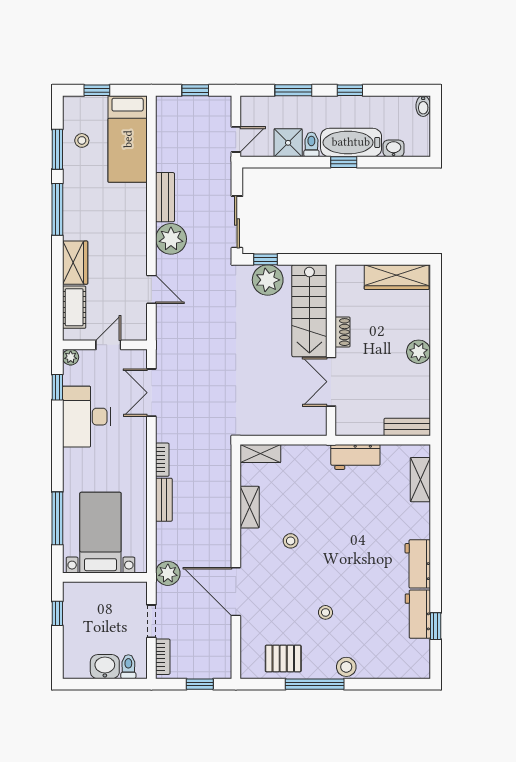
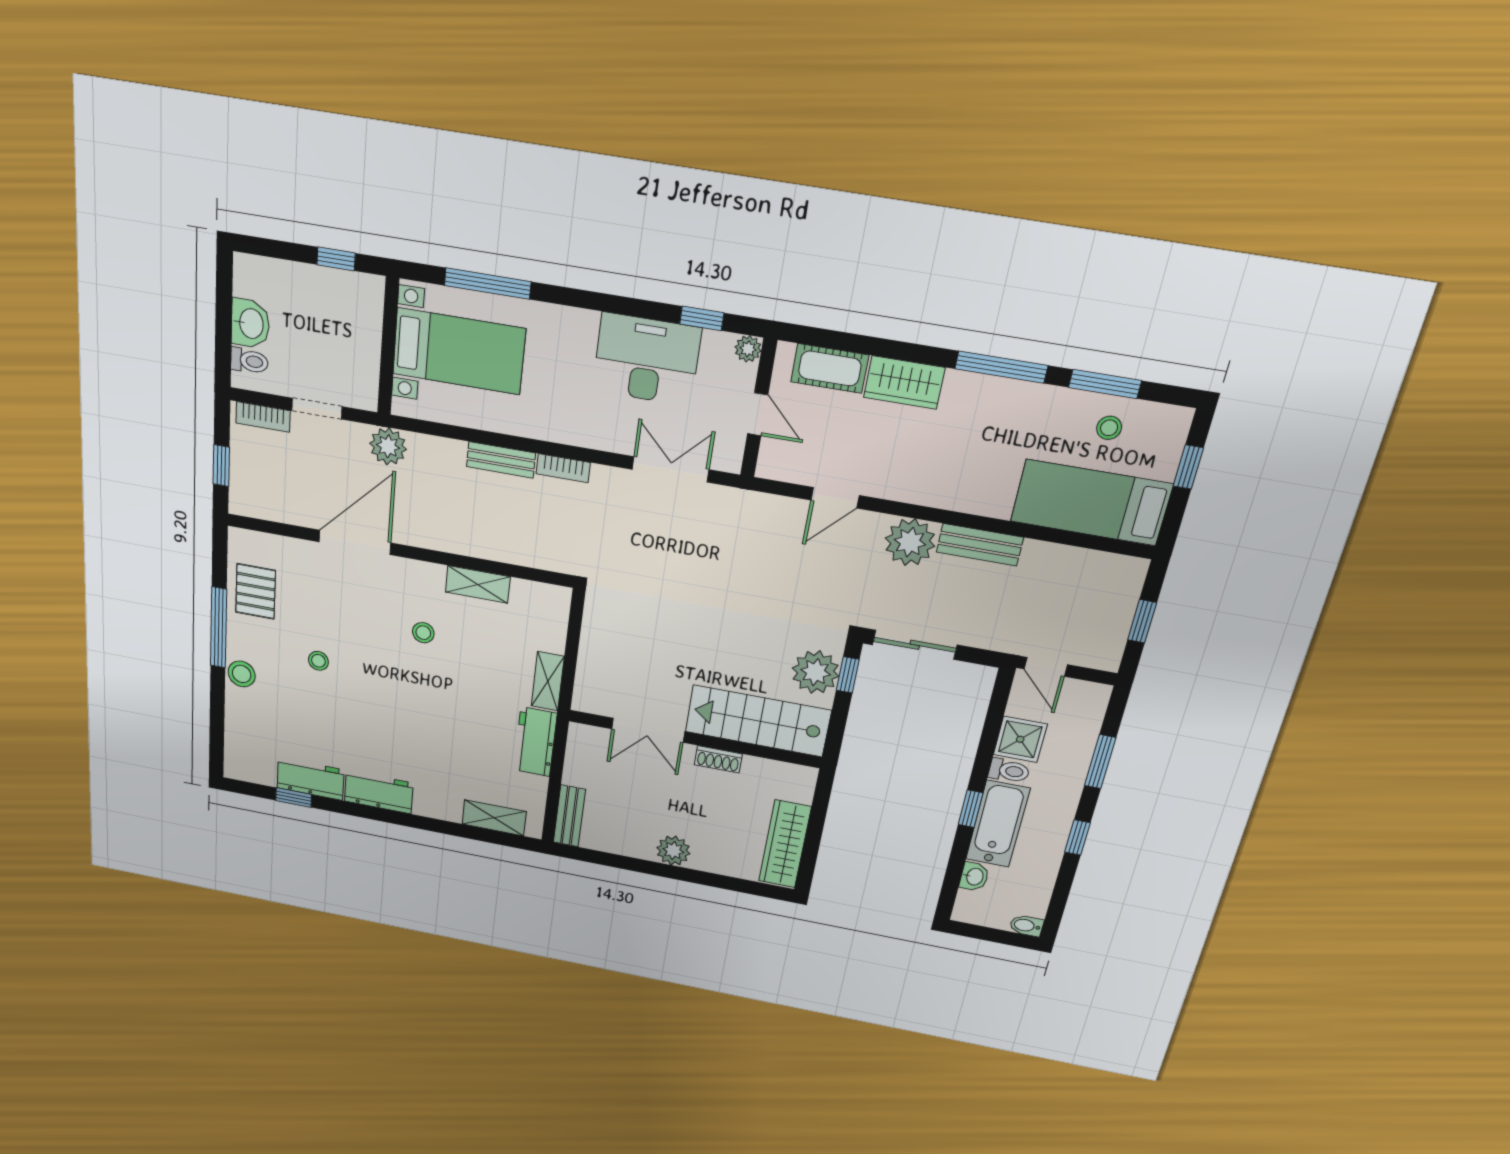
double door: (331, 382) -> (648, 730), swing flipped
shelving: (260, 453) -> (548, 681), moved

